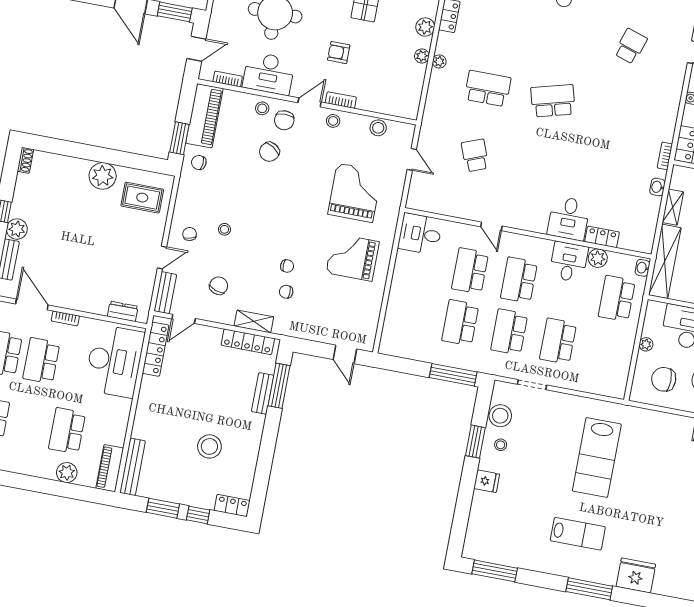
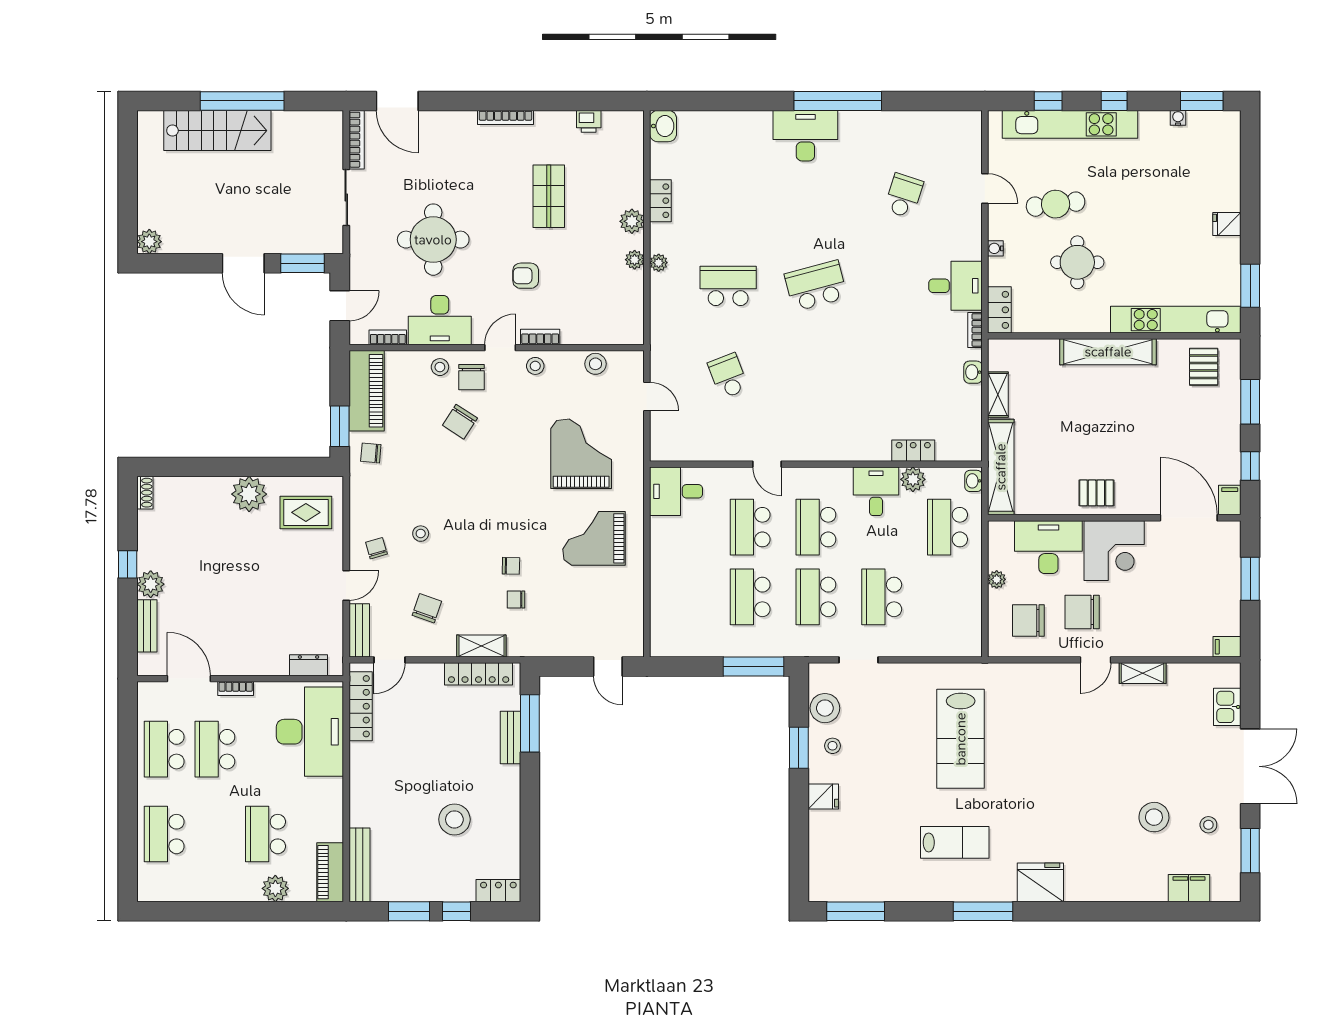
desk: (569, 218) -> (955, 286), moved, turned -90

